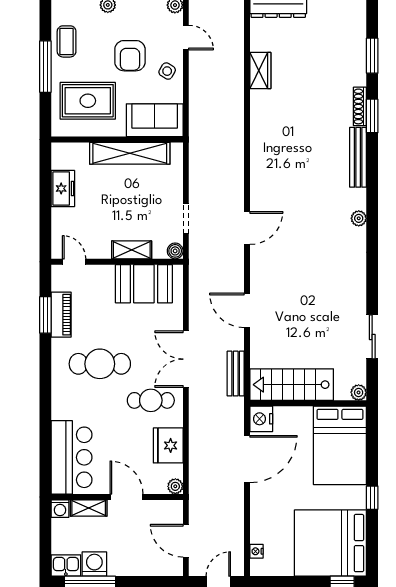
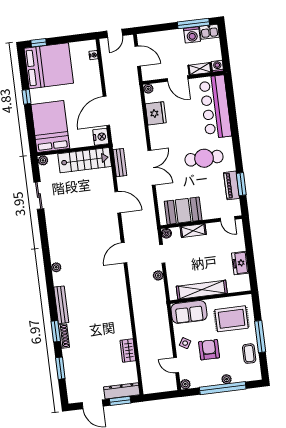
plant: (197, 185) -> (158, 276), added
cafe table: (151, 400) -> (170, 140), removed
bar counter: (72, 457) -> (215, 107), width x1.36

